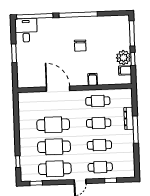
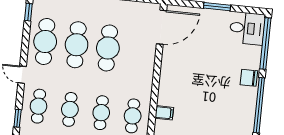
chair: (80, 46) -> (249, 78), moved
door: (58, 89) -> (161, 27), moved

